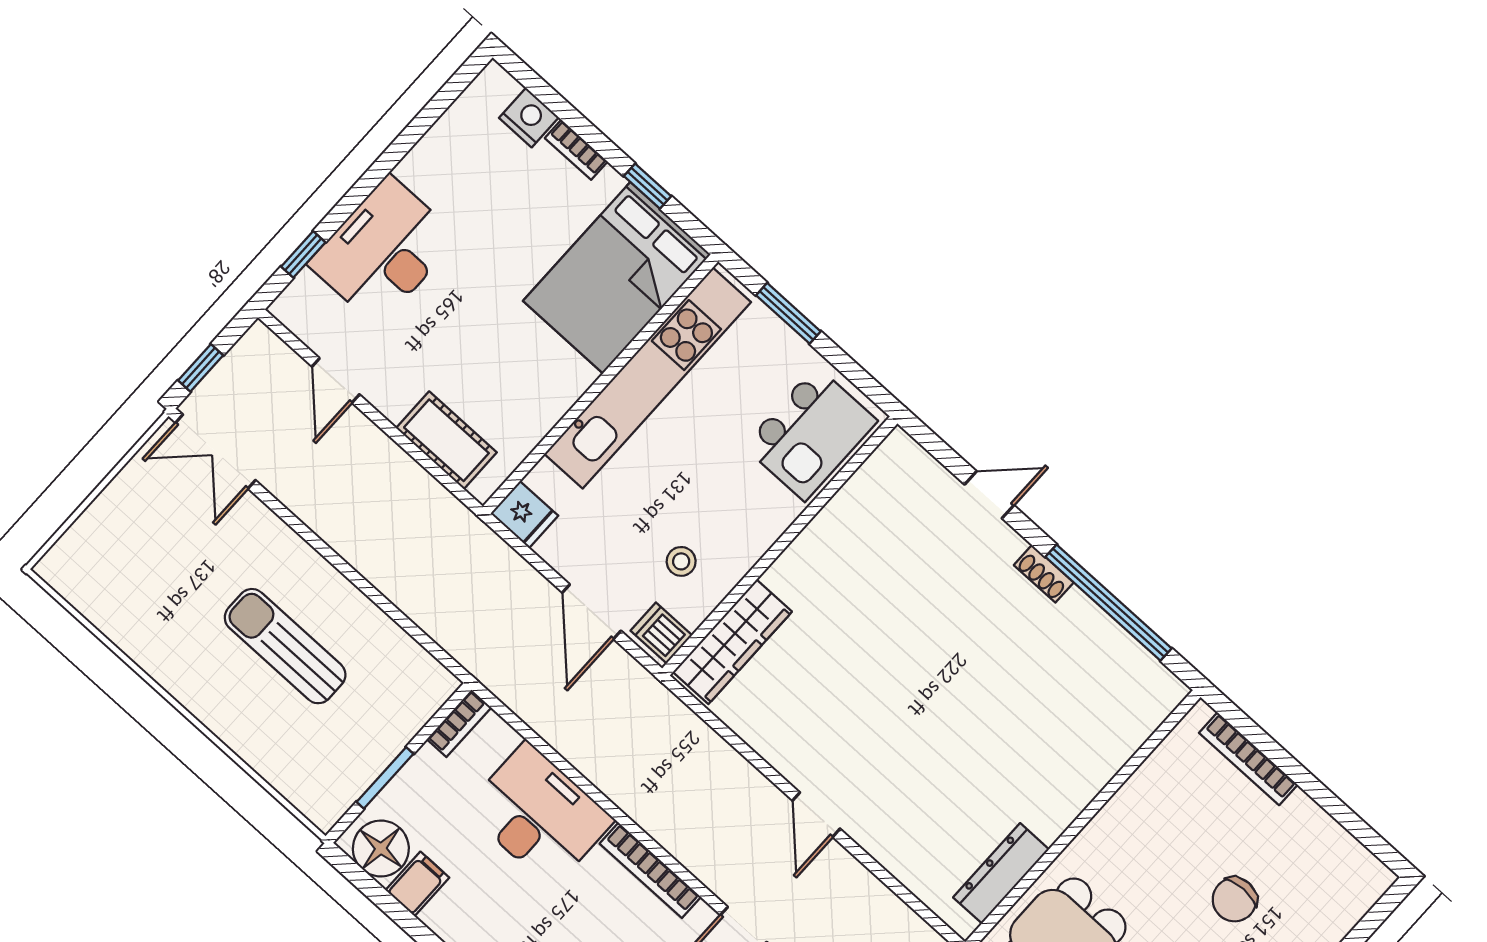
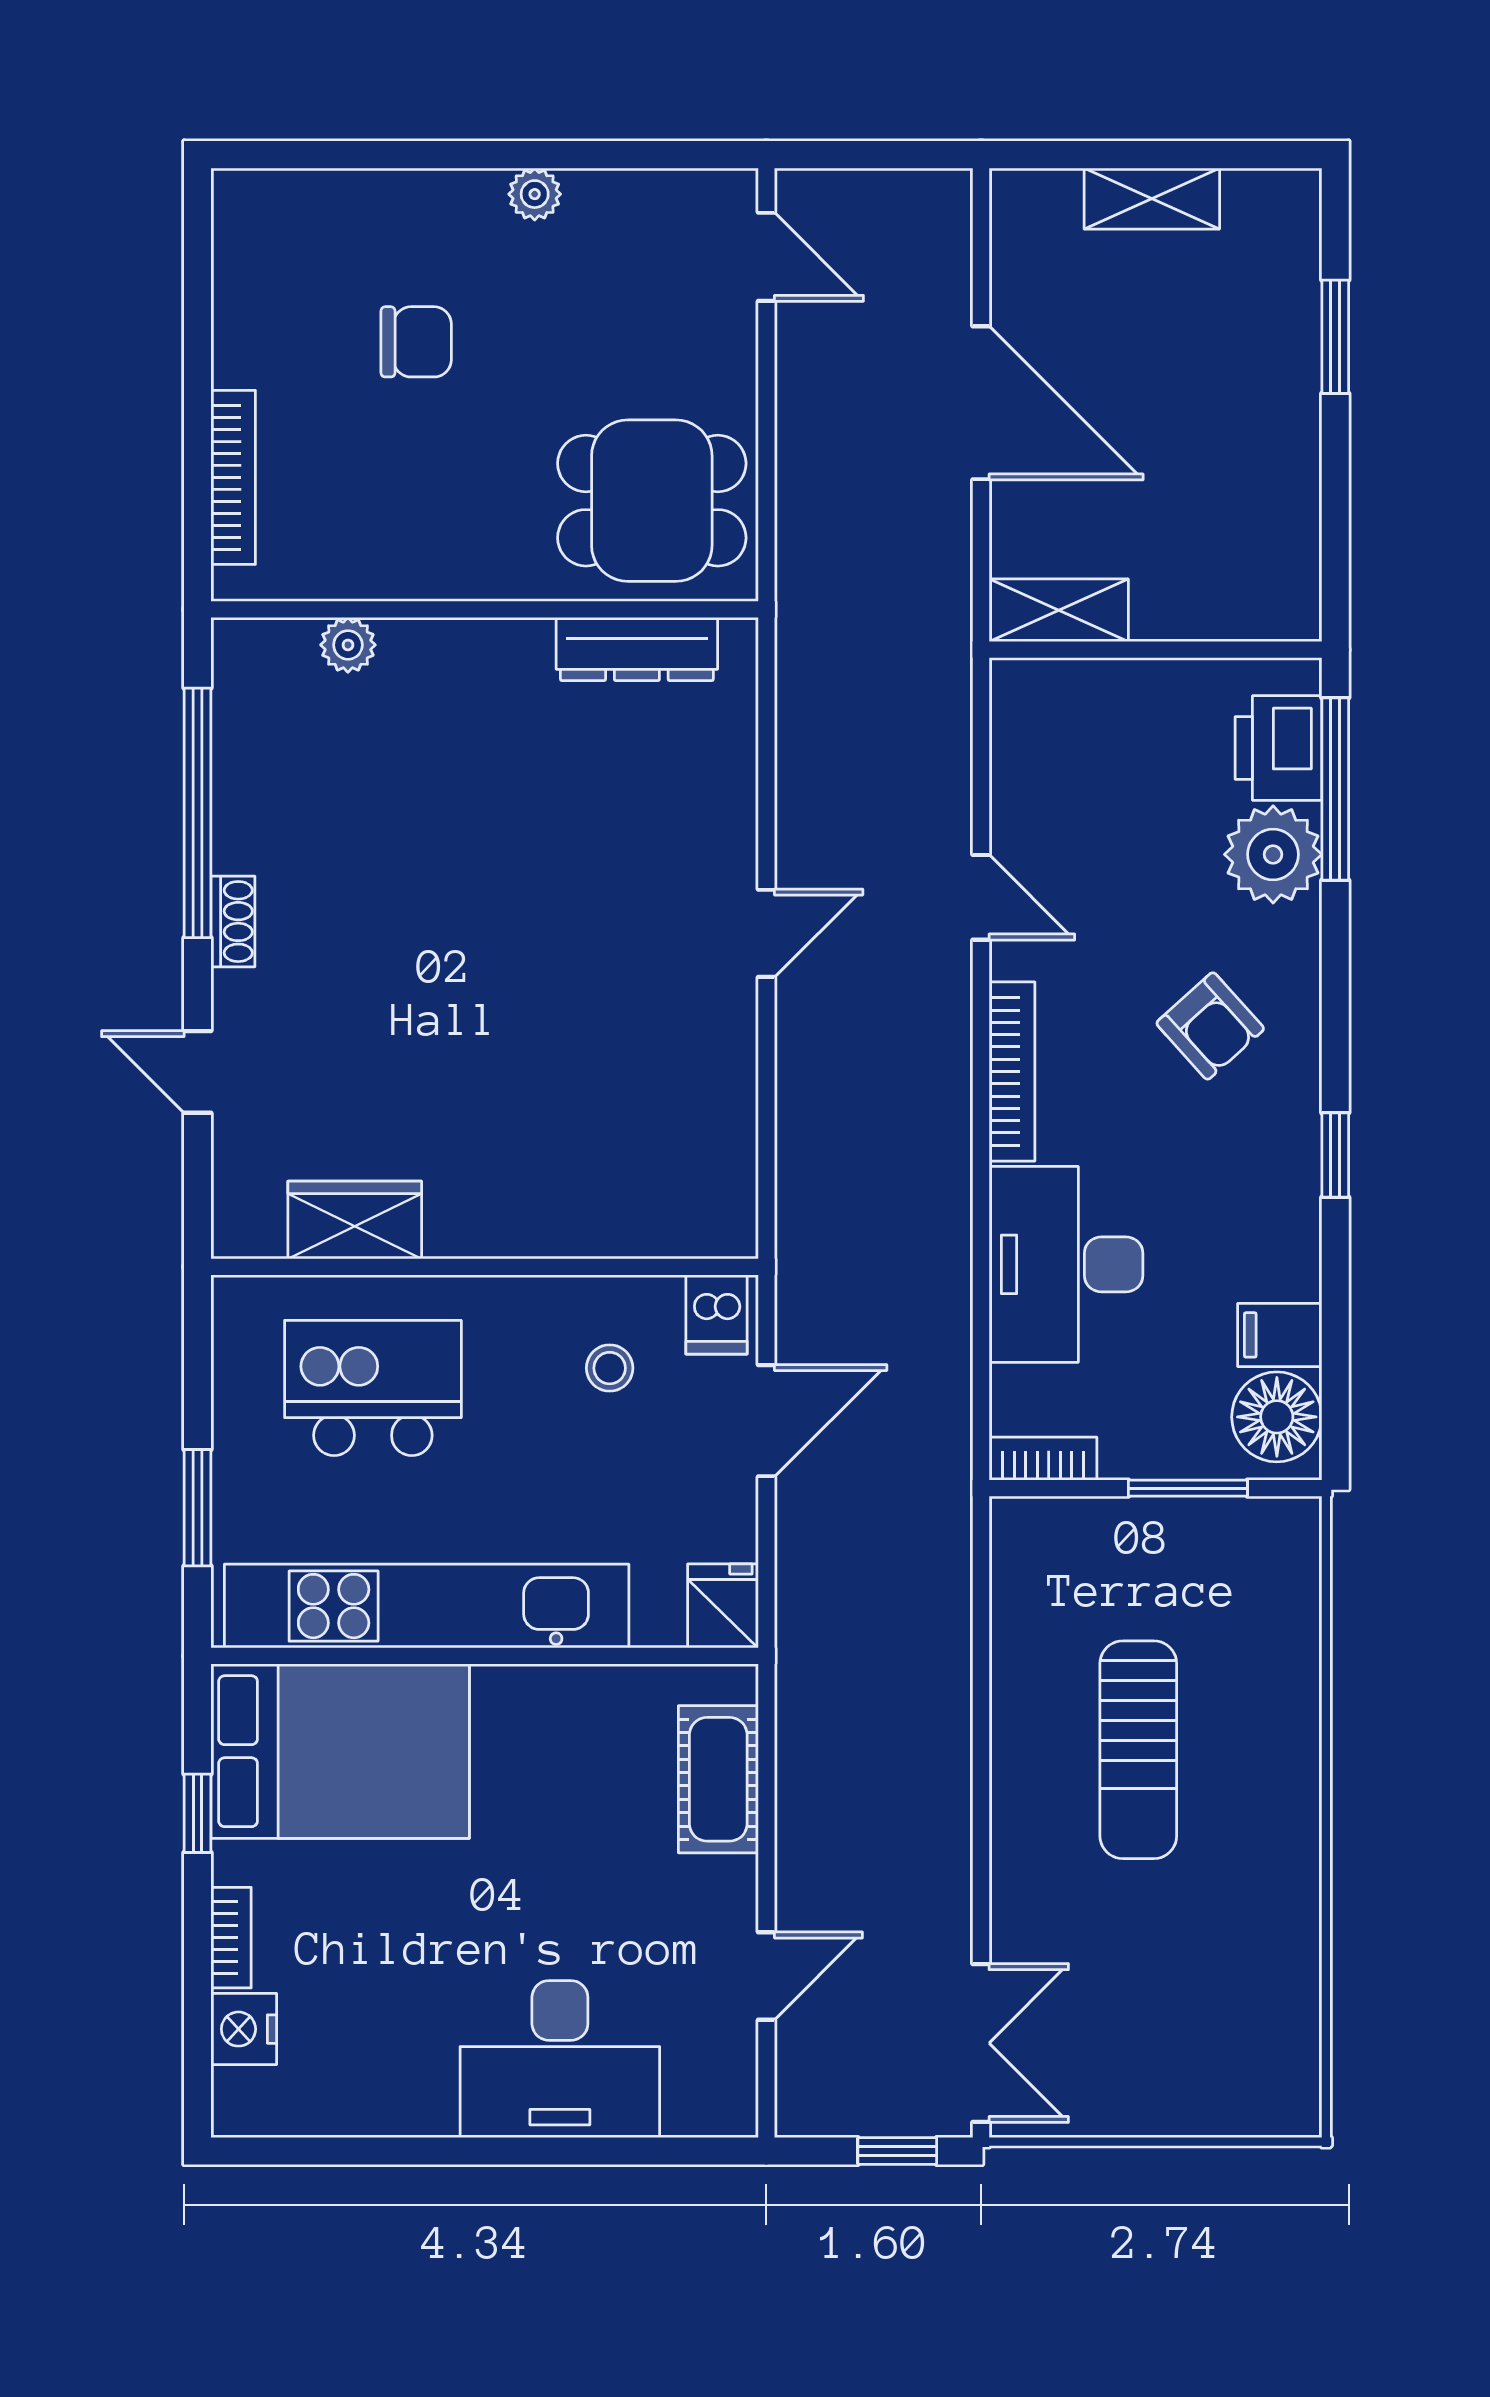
window: (303, 254) -> (651, 2151), removed
kitchen island: (810, 433) -> (373, 1388), moved
wardrobe: (732, 642) -> (355, 1220), moved, width x0.67
plant: (1123, 742) -> (348, 645), added

